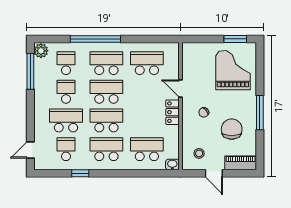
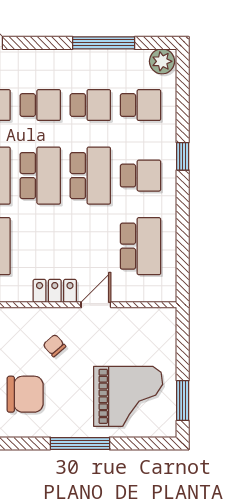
window: (95, 39) -> (183, 156), width x0.32
school desk: (106, 63) -> (140, 176), width x0.54
window: (30, 71) -> (104, 43), moved
window: (260, 113) -> (80, 443), moved
school desk: (66, 120) -> (40, 105), width x0.54

